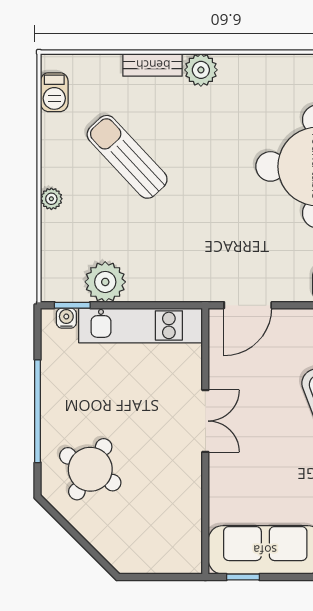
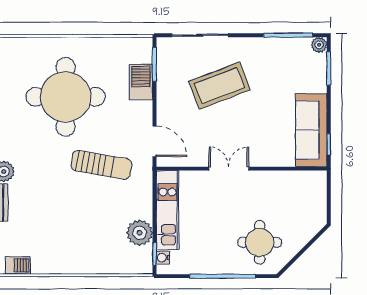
sun lounger: (127, 157) -> (101, 165), moved, turned -127
plant: (51, 199) -> (86, 267), removed
round table: (90, 469) -> (260, 242), turned -31

